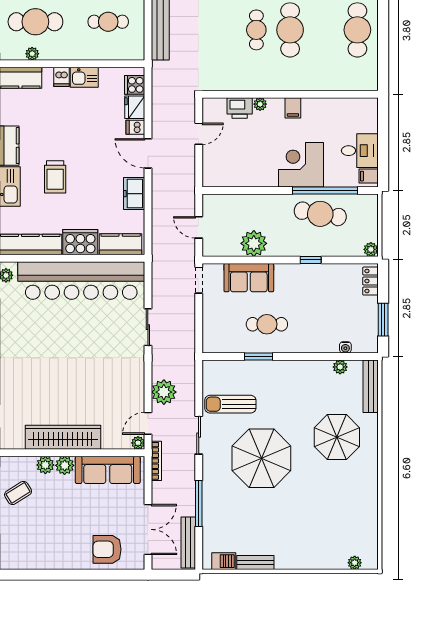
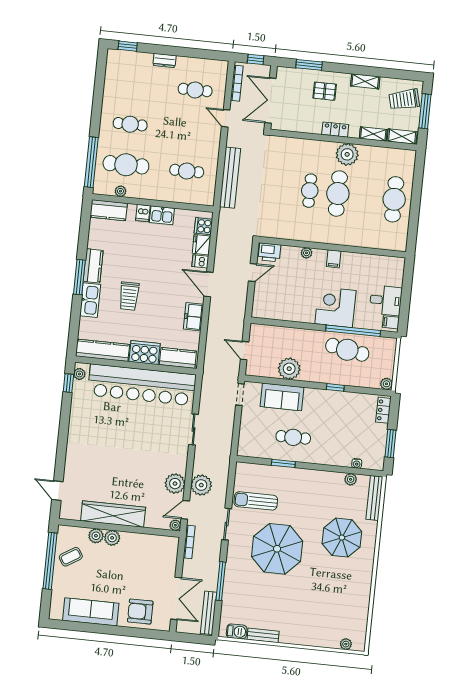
printer: (240, 108) -> (270, 252), moved
plant: (133, 393) -> (175, 484), added
sofa: (108, 470) -> (91, 612), moved, turned 180

